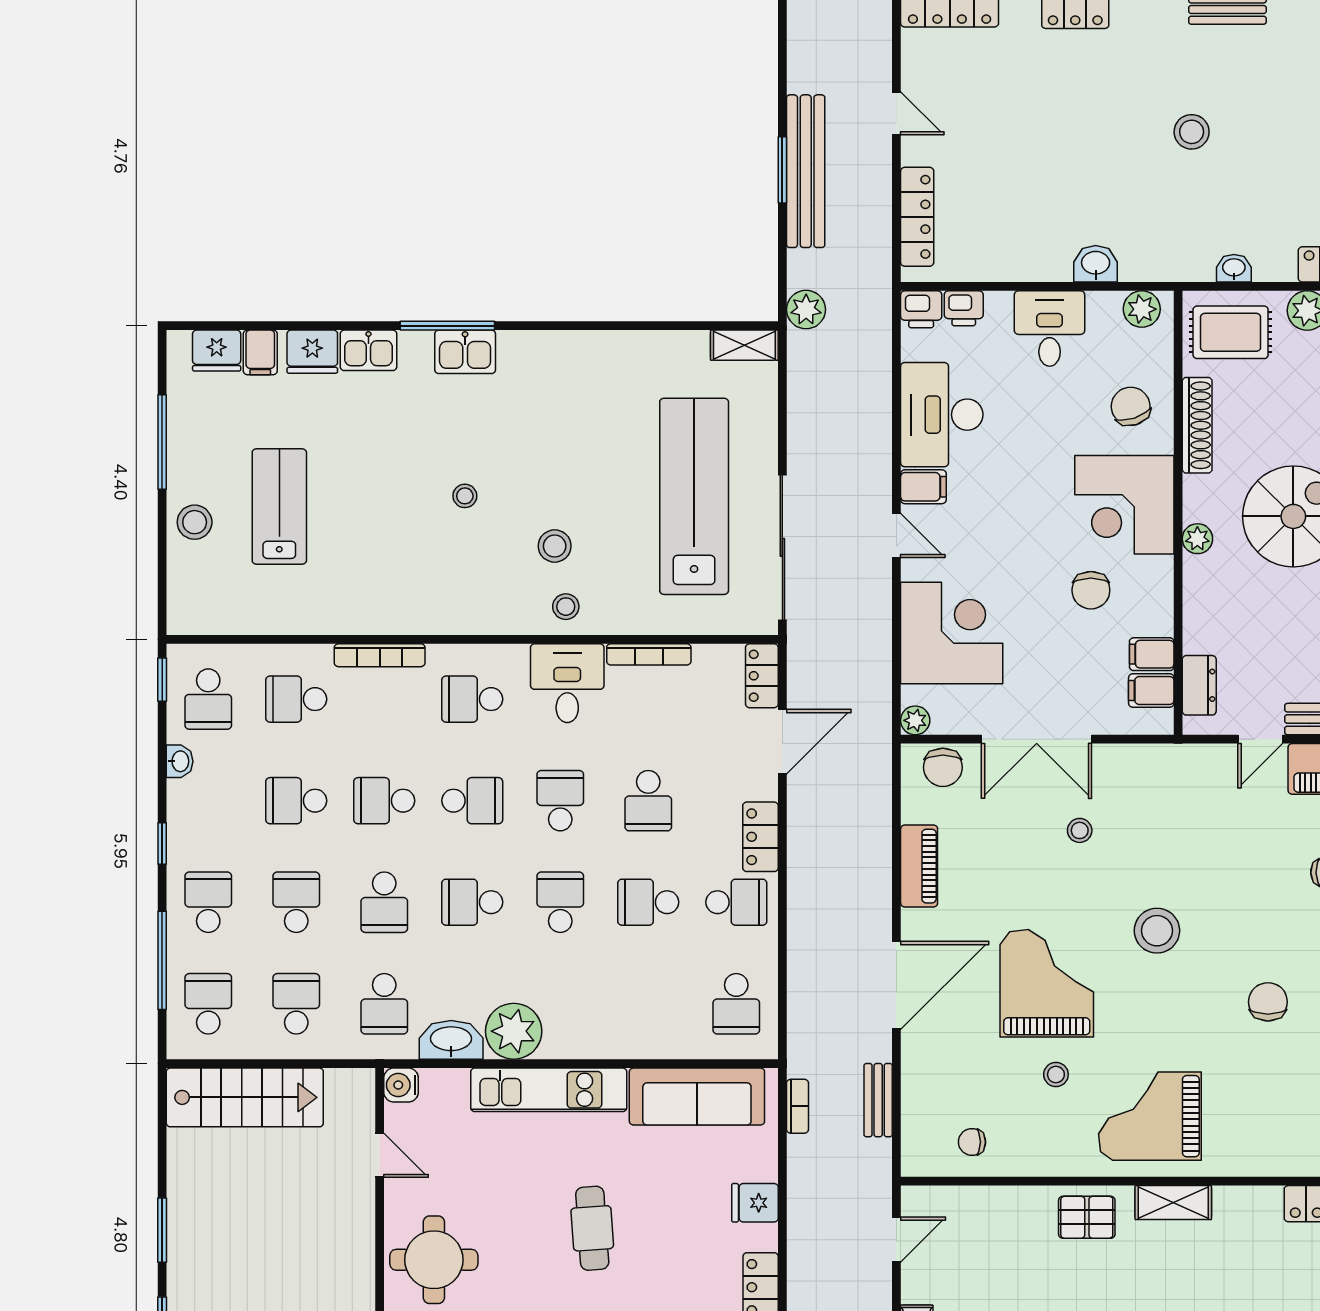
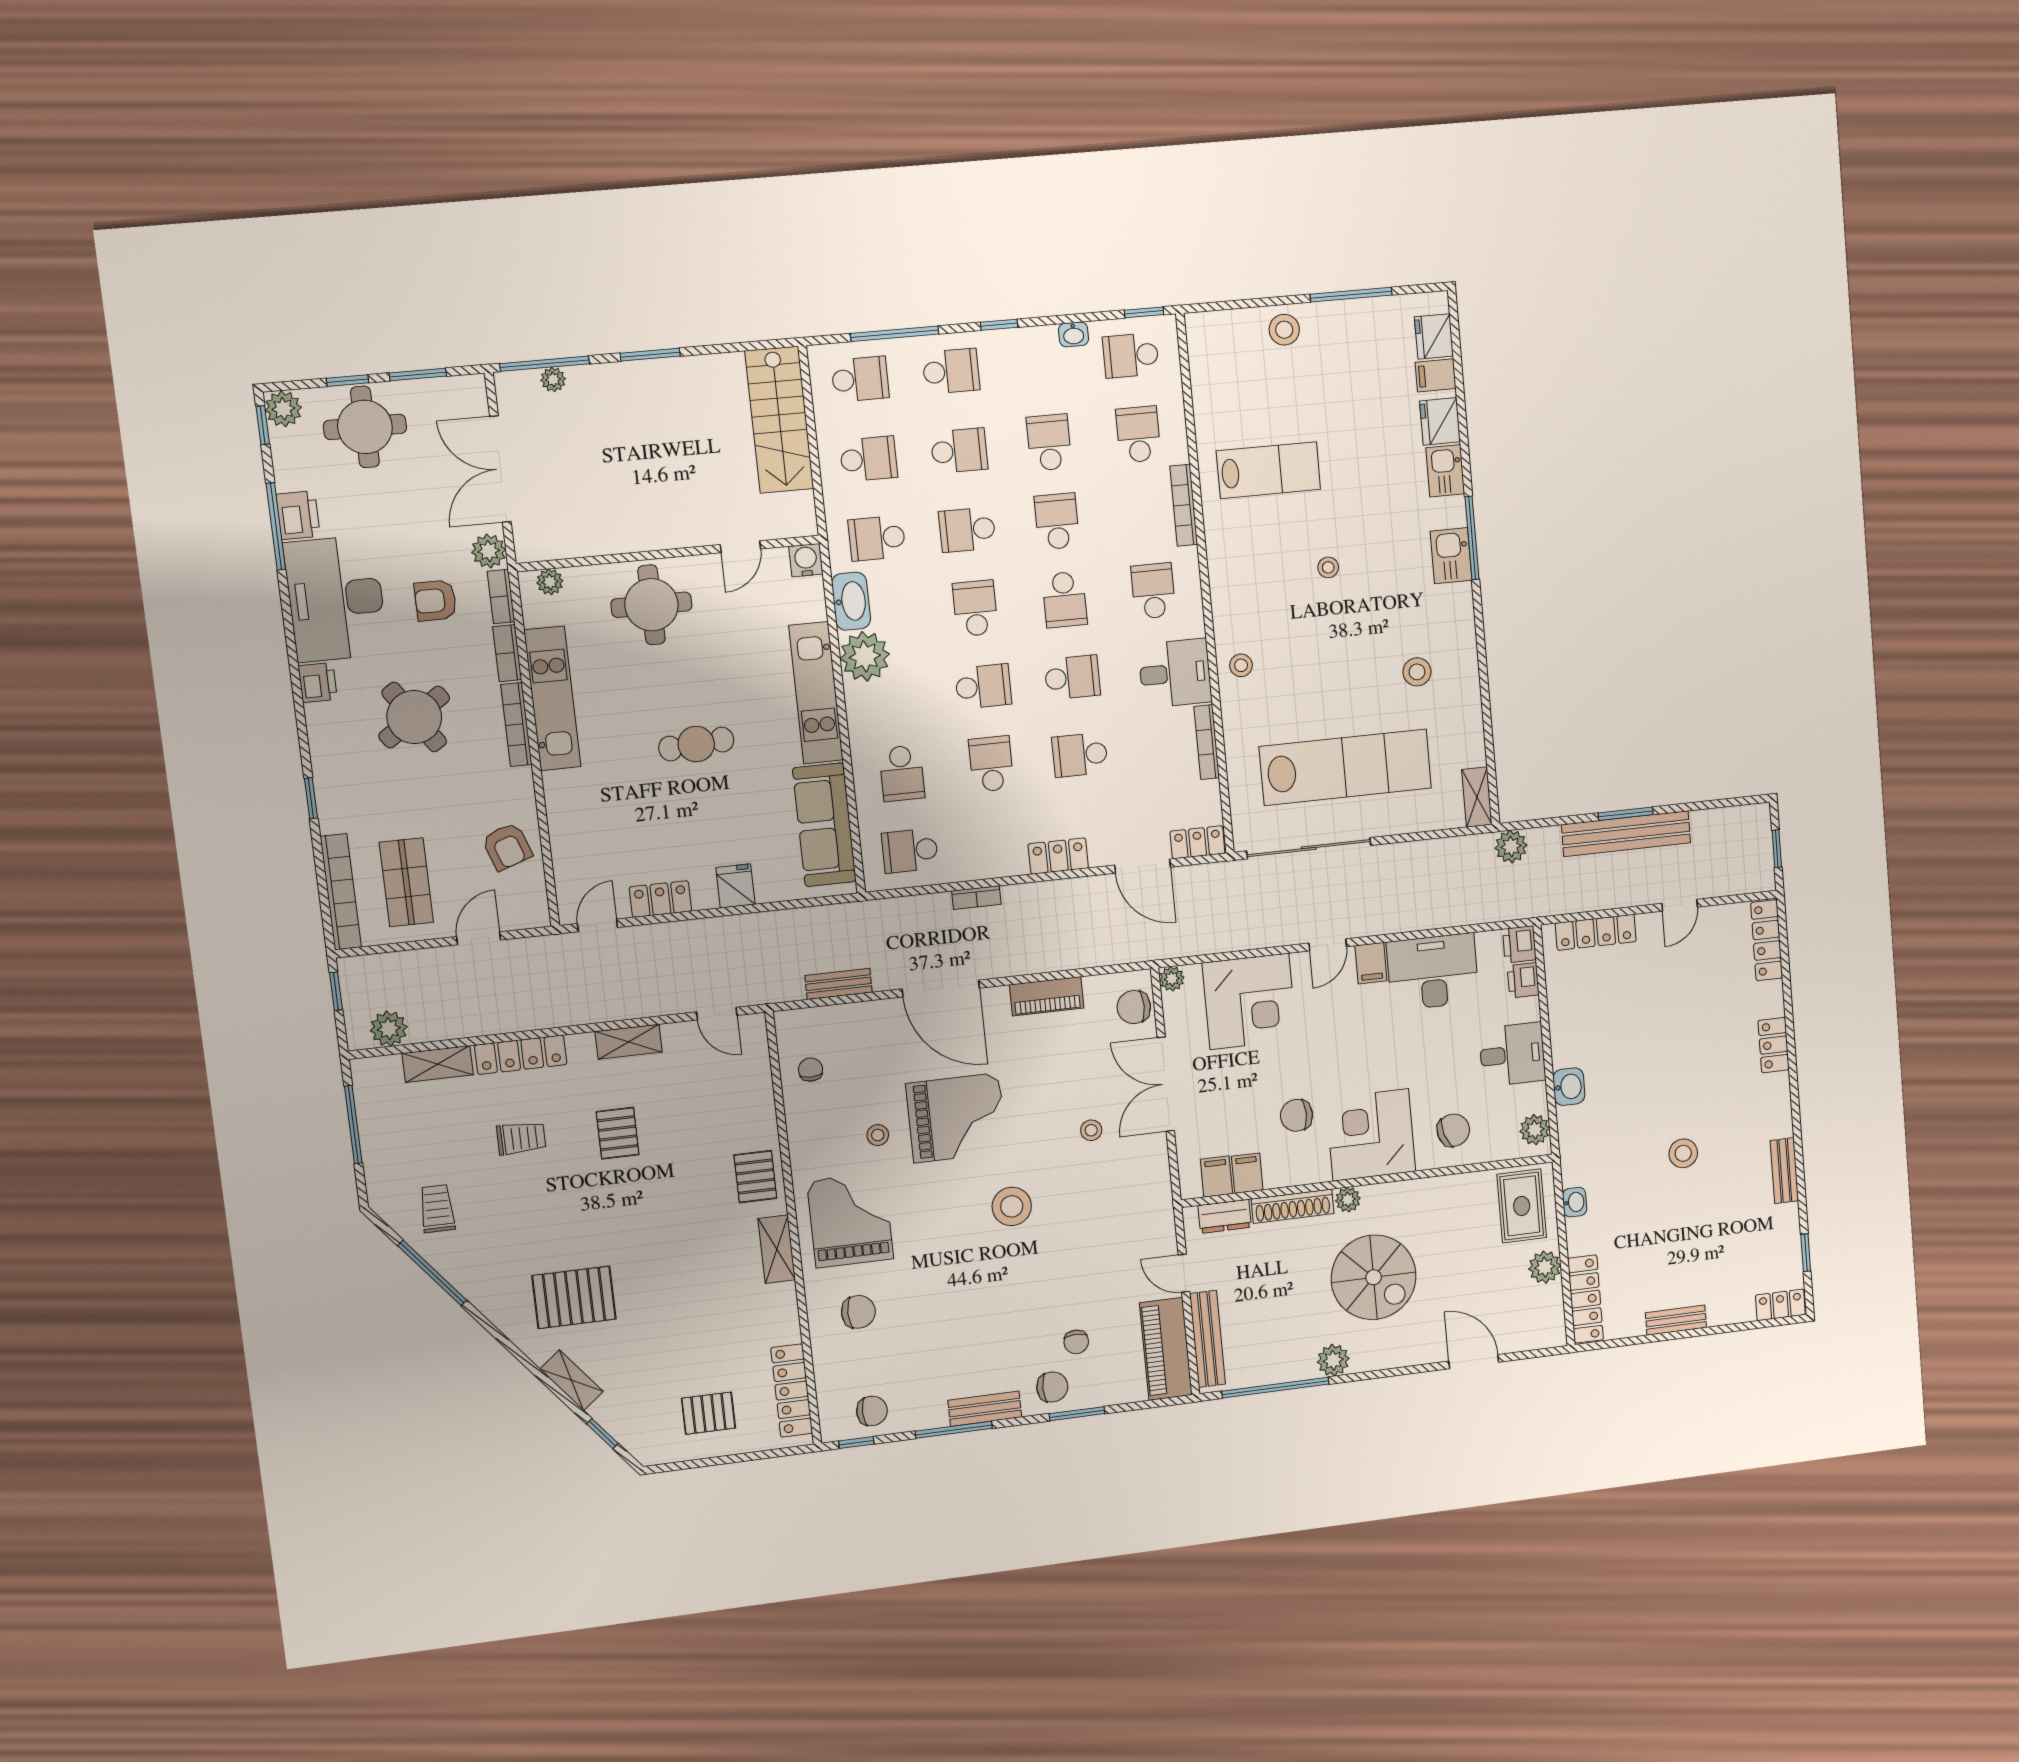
shoe rack: (1197, 425) -> (1293, 1206), moved
lab bench: (279, 506) -> (1268, 470), moved
stool: (555, 546) -> (1417, 672), moved
school desk: (736, 902) -> (902, 773), moved
chair: (1268, 1002) -> (858, 1312), moved
bookcase: (798, 1106) -> (976, 898), moved

